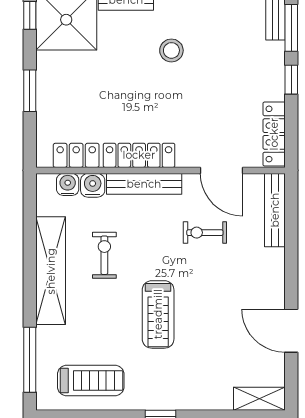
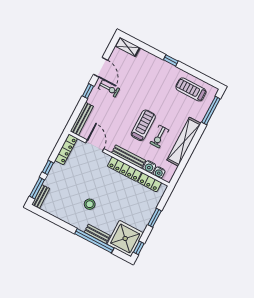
exercise bike: (205, 233) -> (109, 89), moved
window: (291, 271) -> (88, 91), added
treadmill: (158, 314) -> (143, 125), moved

